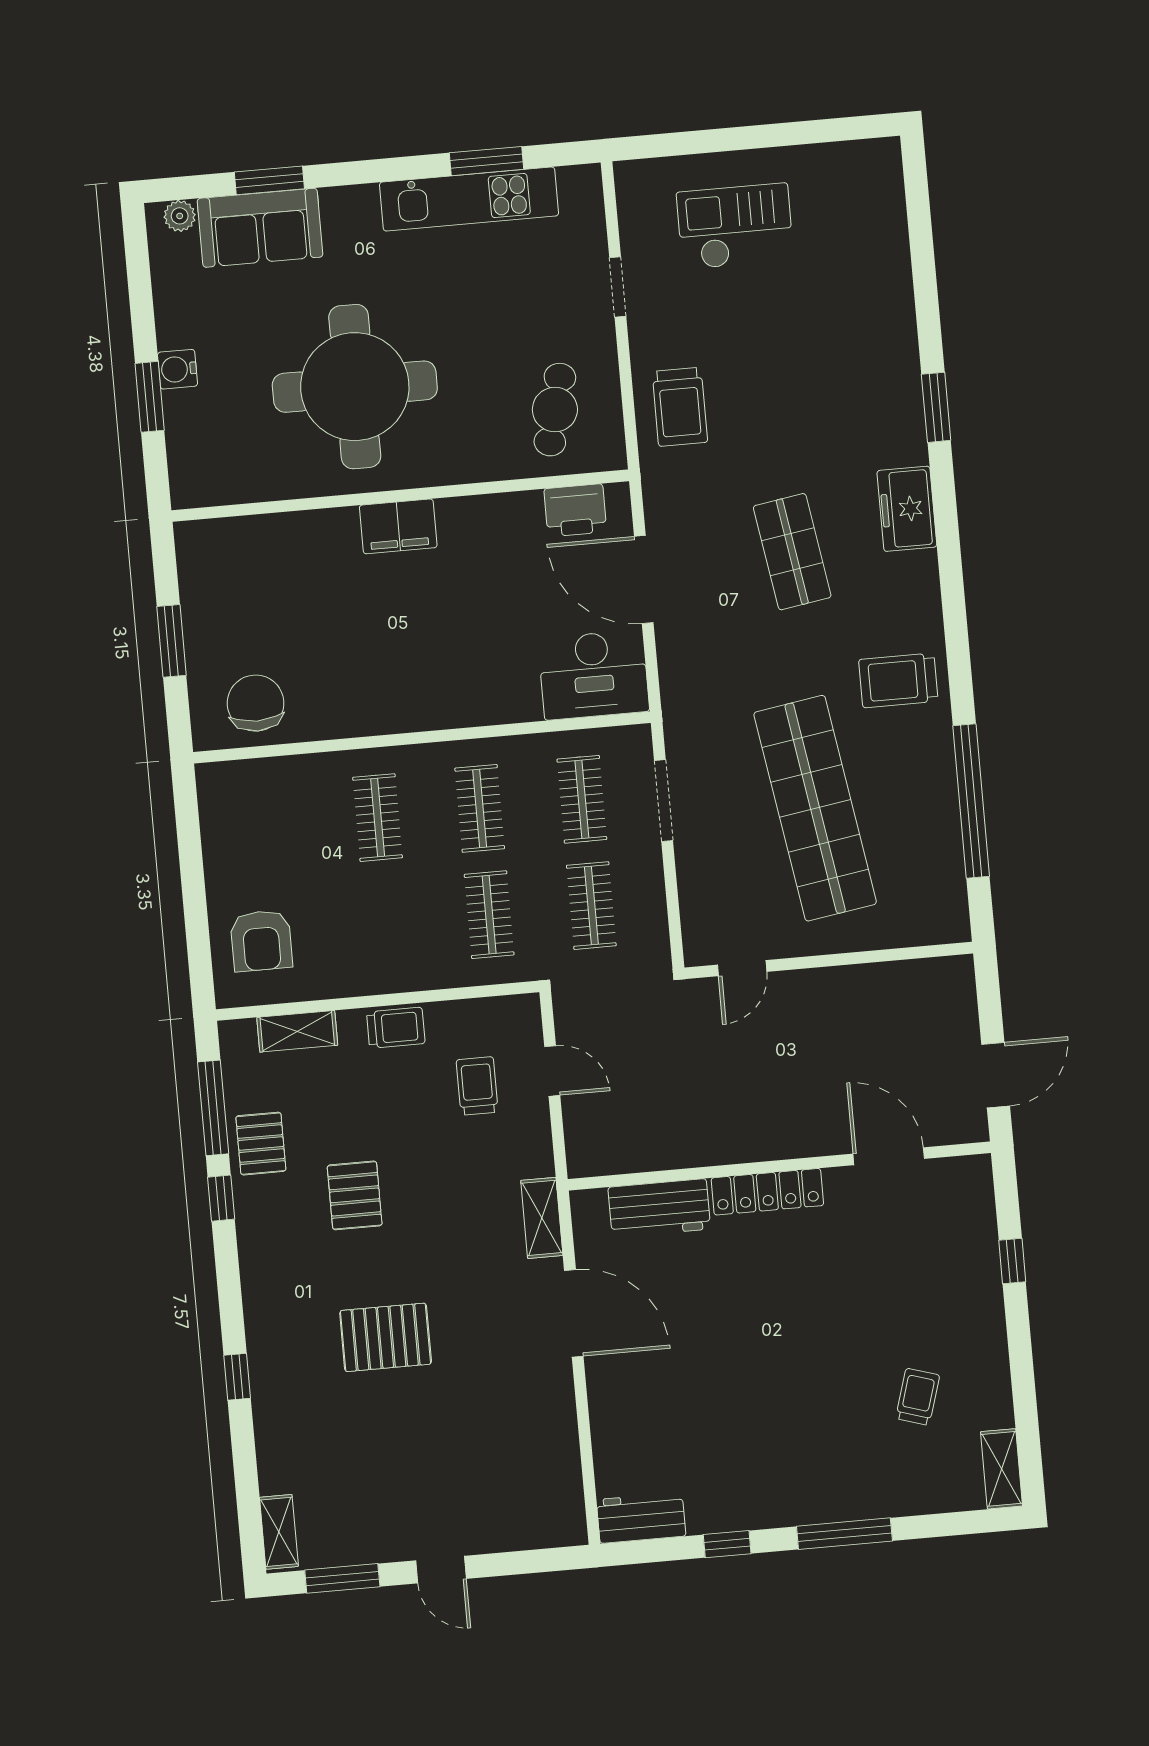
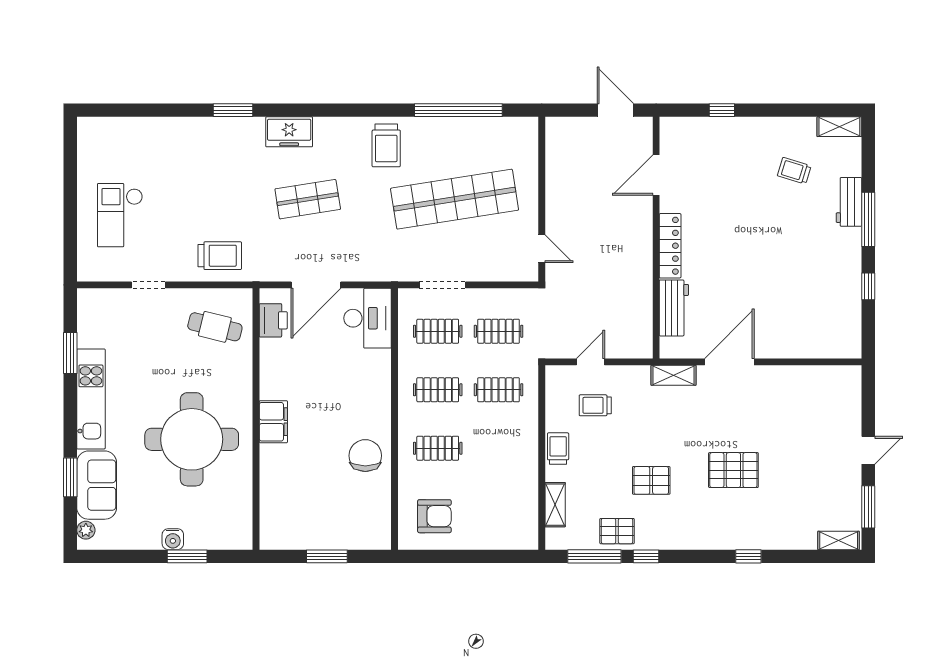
kitchen unit: (469, 199) -> (91, 399), moved
chair: (256, 703) -> (365, 456), moved, turned 90
armchair: (261, 941) -> (434, 516), moved
pallet: (386, 1337) -> (733, 470), turned 90
workbench: (641, 1518) -> (849, 202), moved

